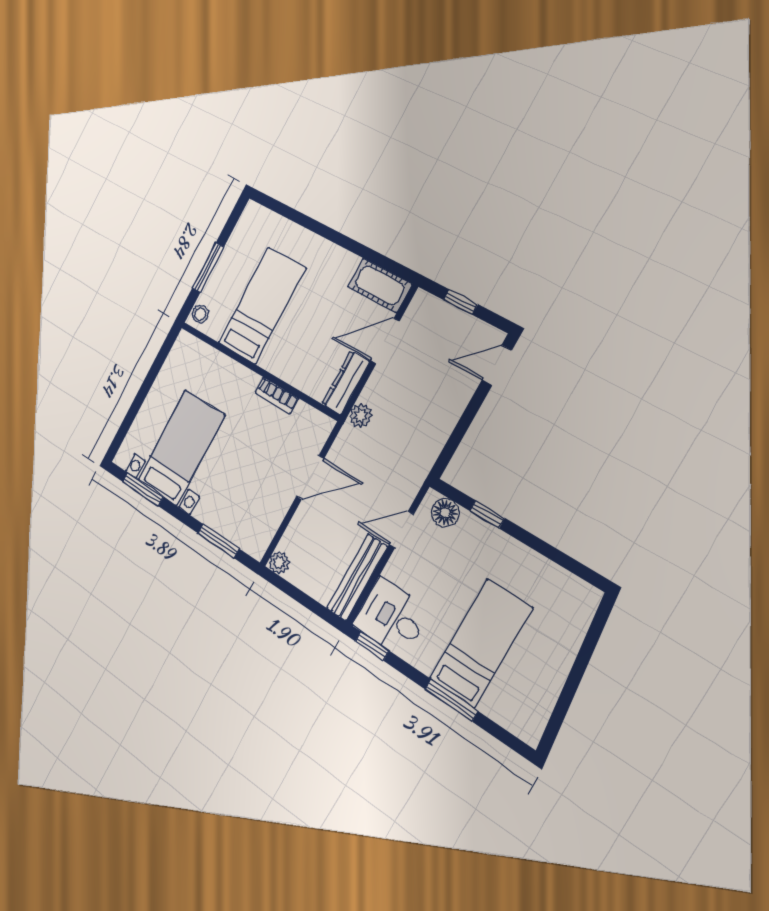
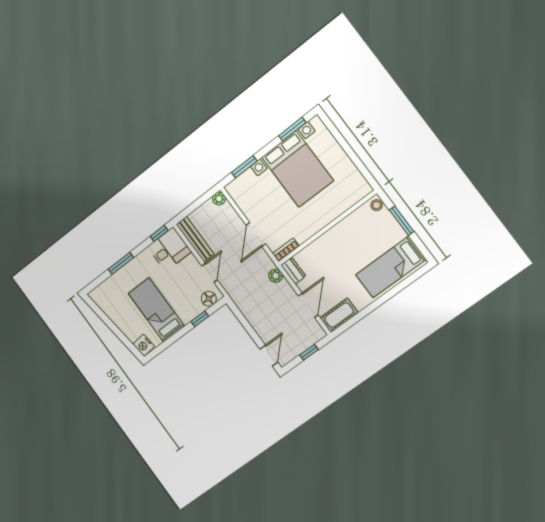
bed: (262, 306) -> (391, 267), moved, turned 90
dresser: (346, 383) -> (293, 271), width x0.70
bookcase: (277, 395) -> (286, 250), moved
bed with nightstands: (181, 448) -> (298, 169), width x1.36
nightstand: (583, 601) -> (144, 345), added
bed: (481, 643) -> (156, 310), moved, turned 180

